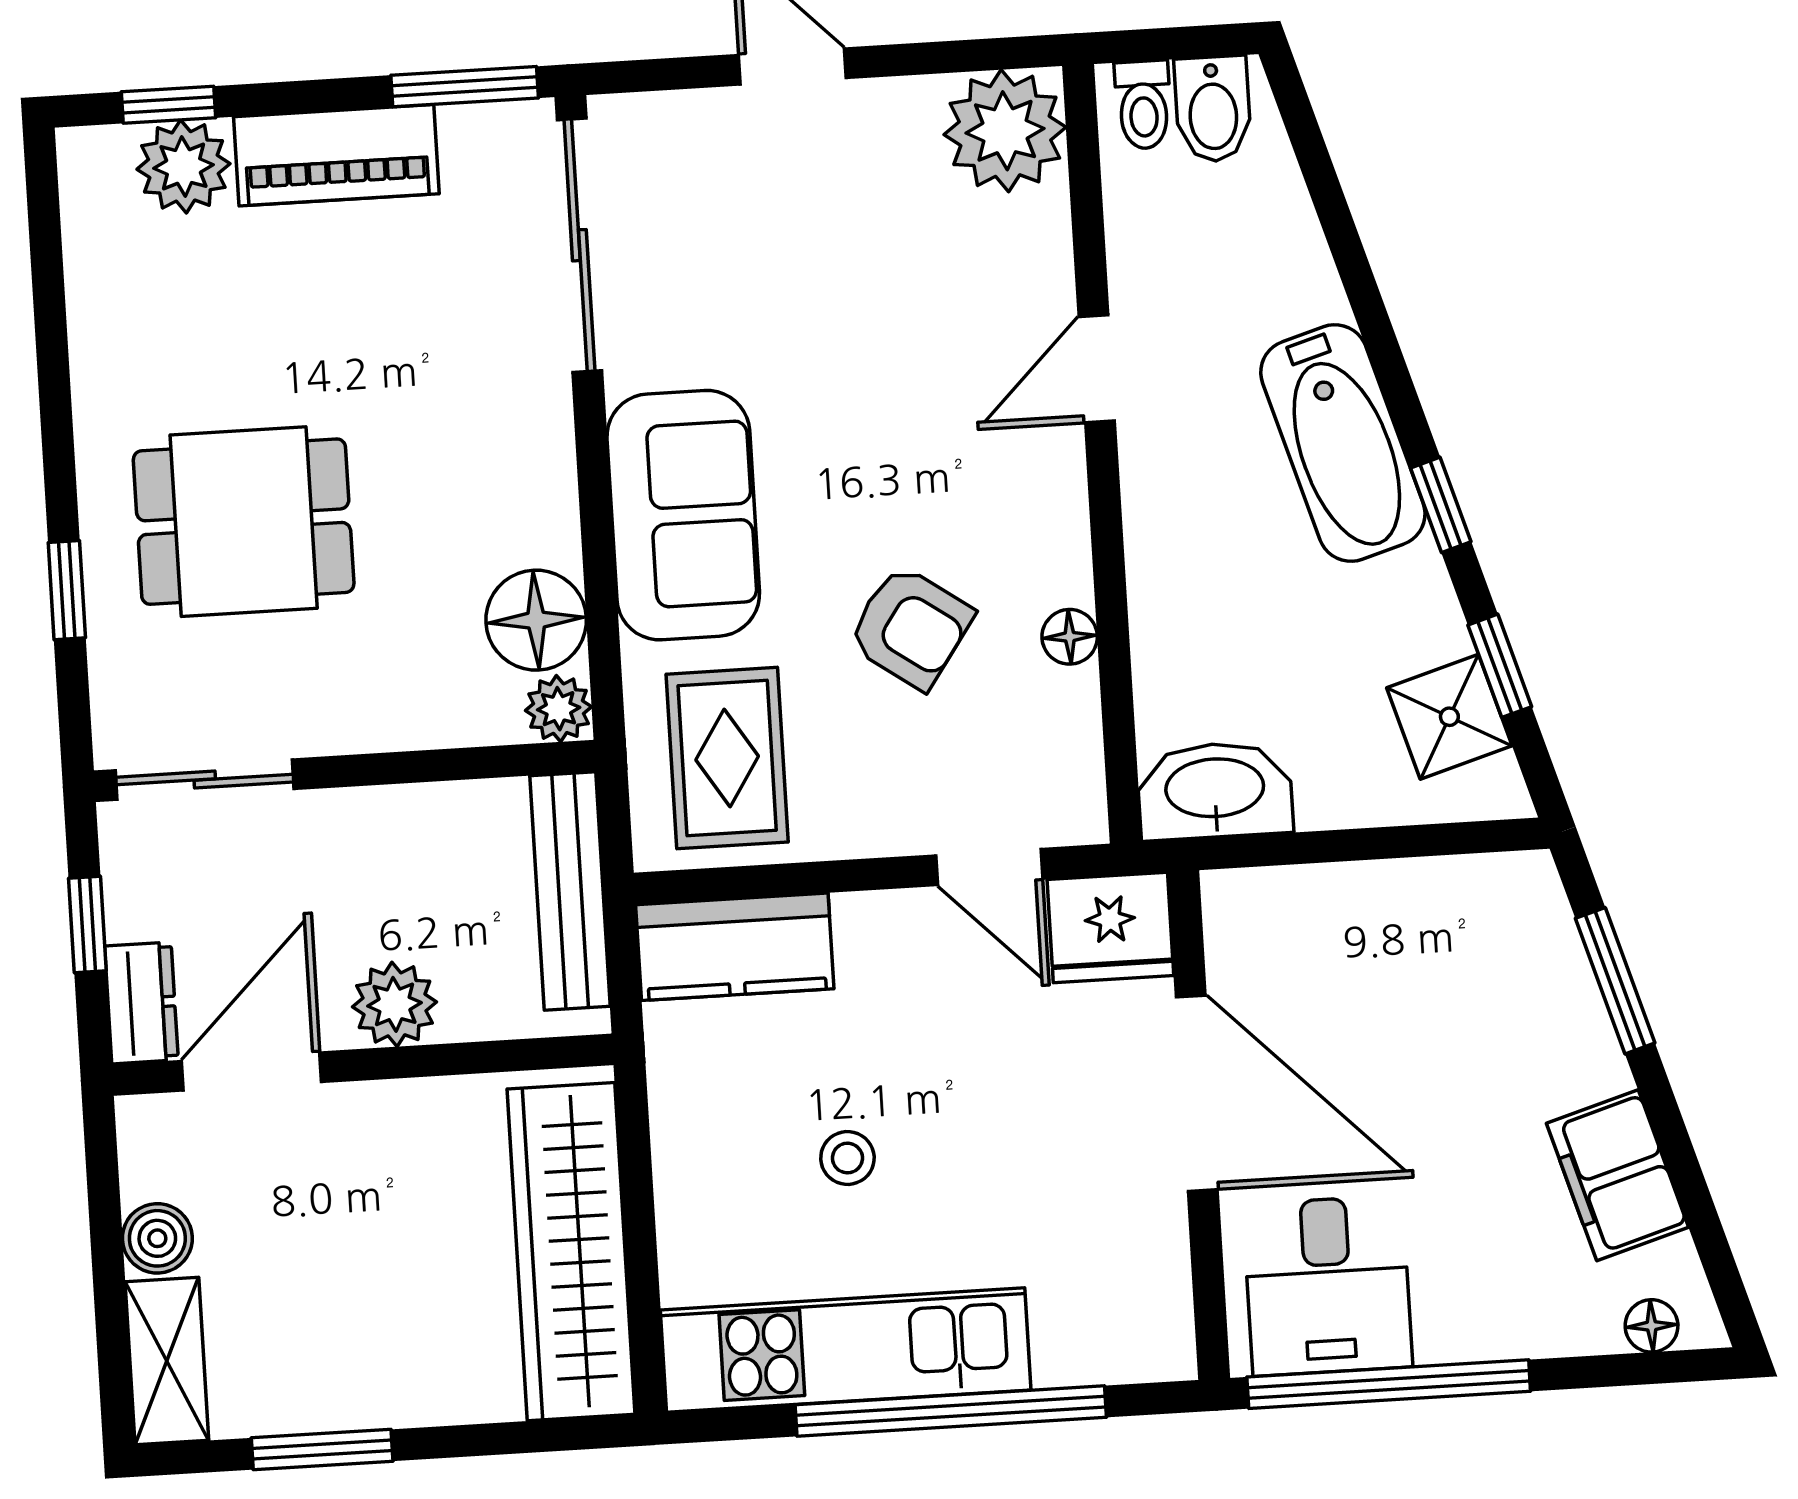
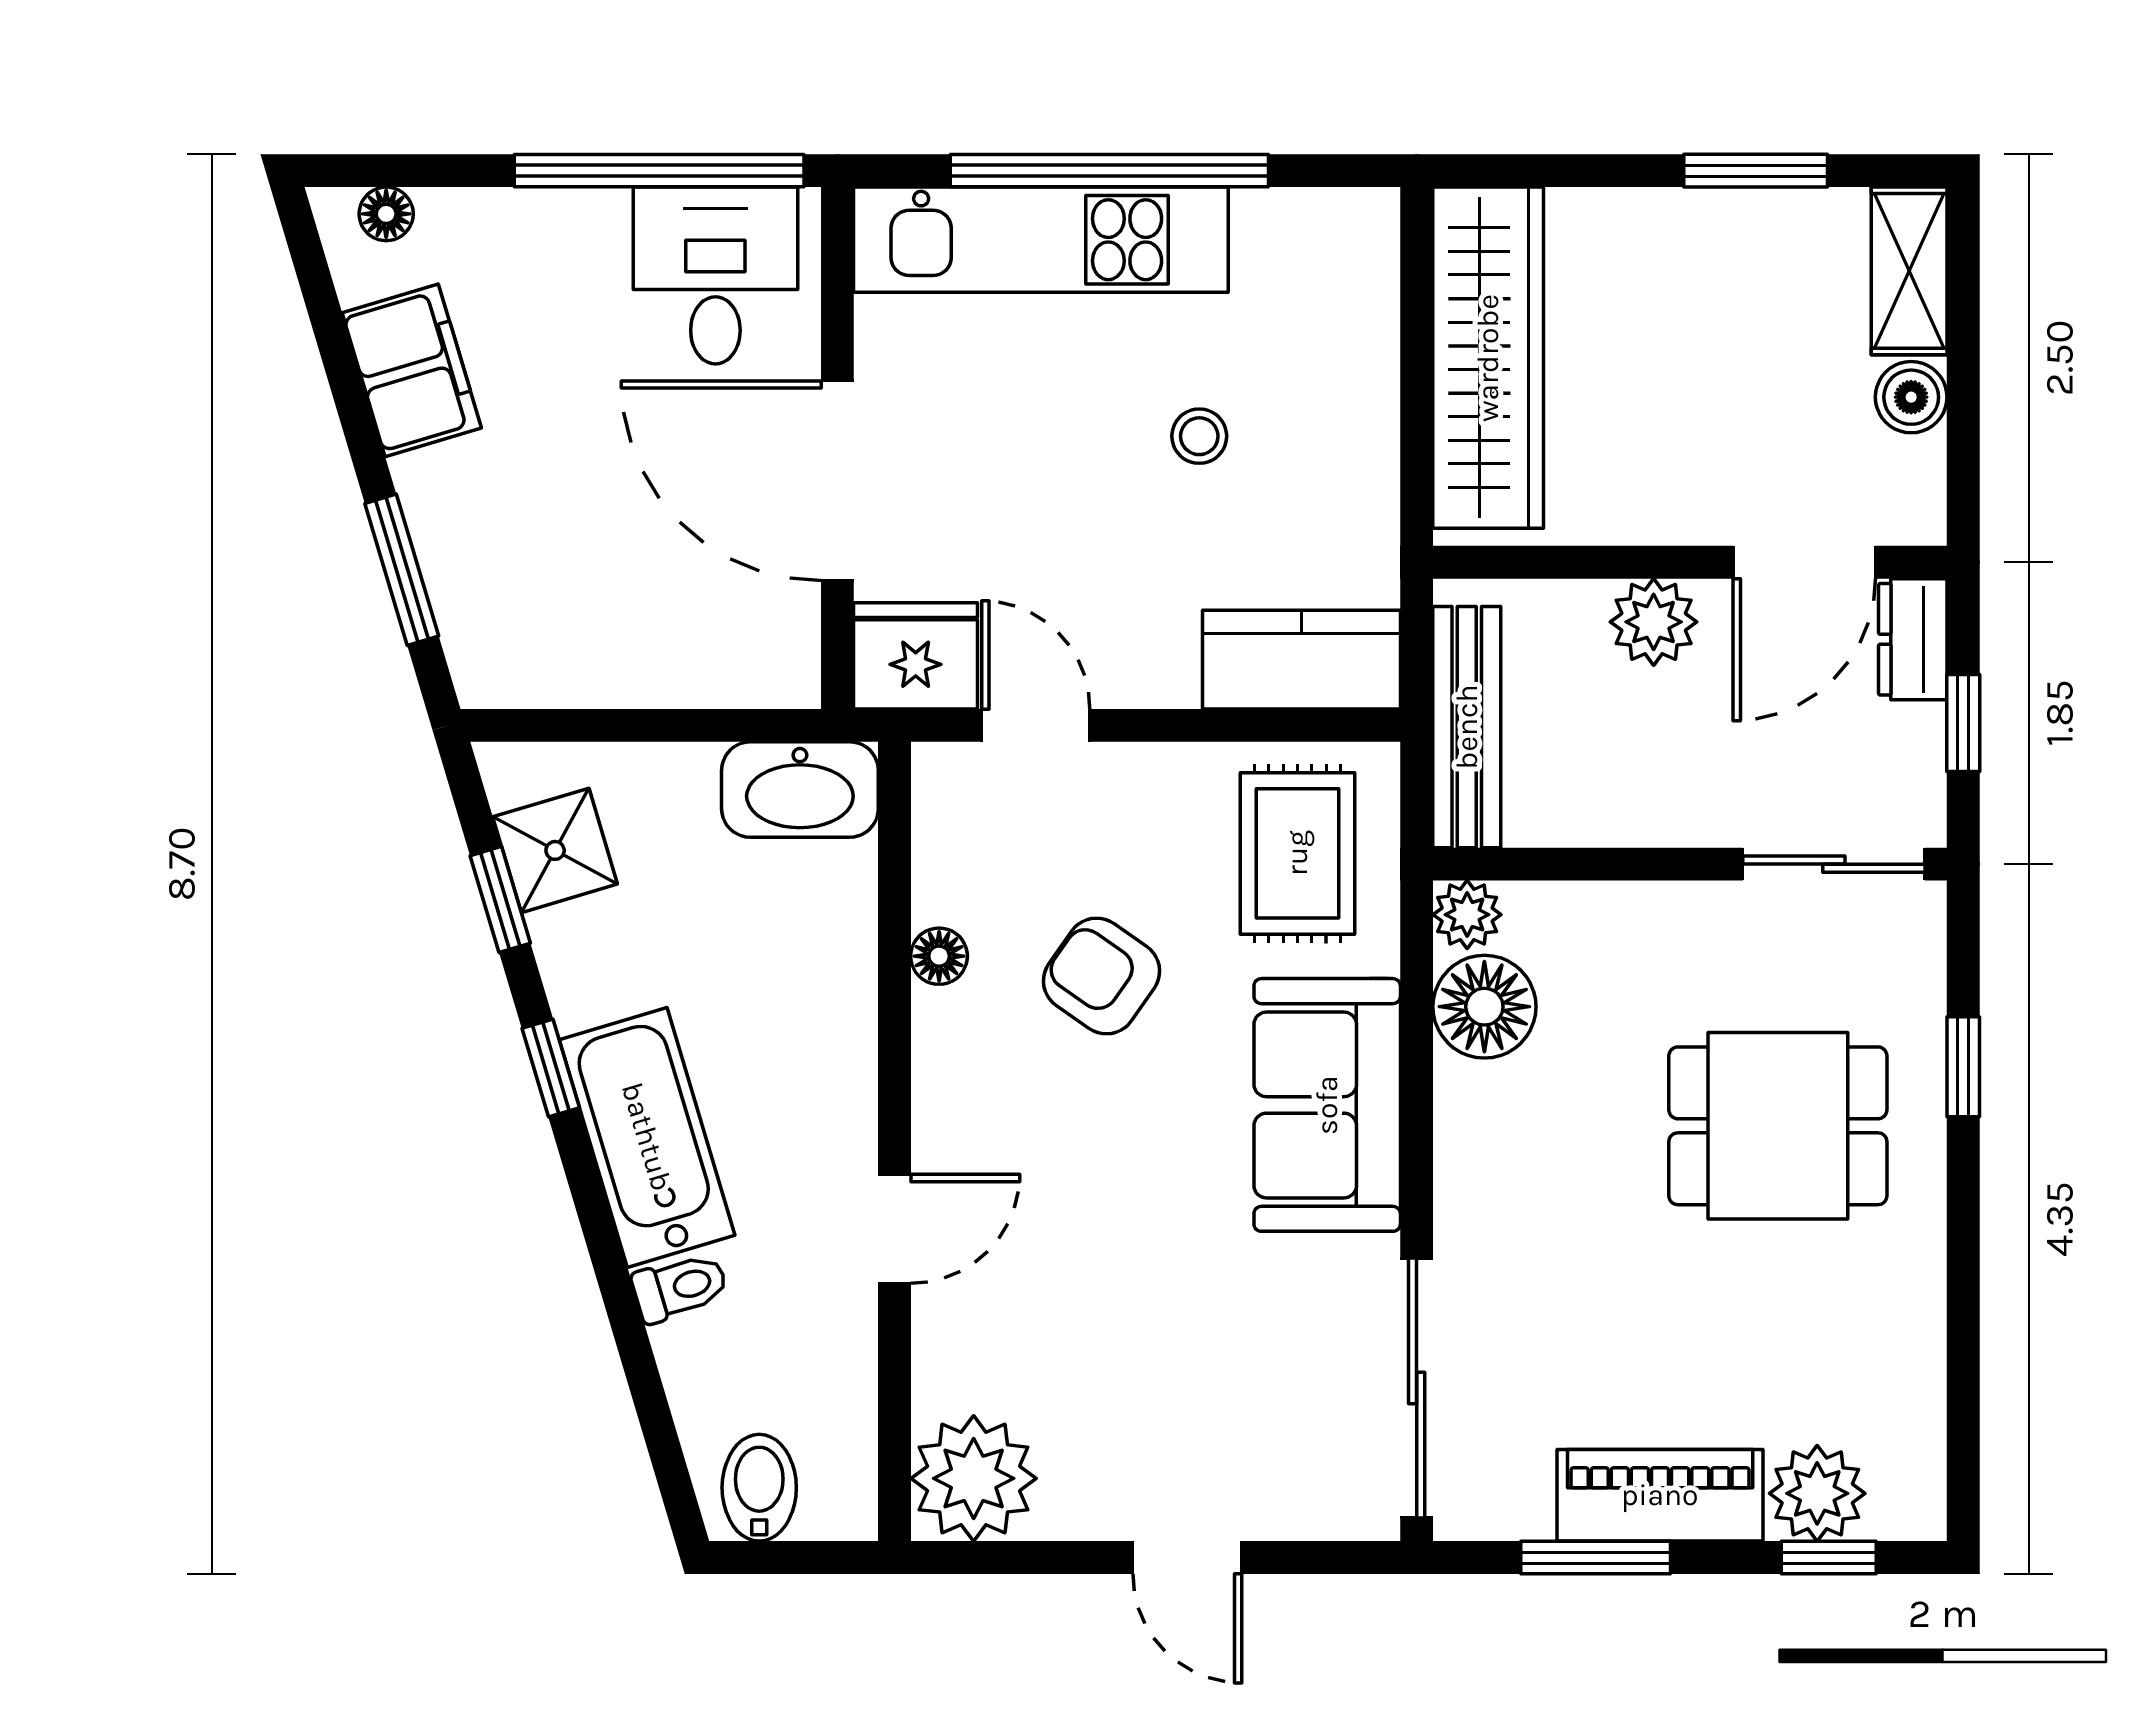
window: (465, 87) -> (1596, 1558), moved
toilet: (1143, 105) -> (680, 1287), moved, turned 73
kitchen unit: (846, 1350) -> (1041, 240), moved

